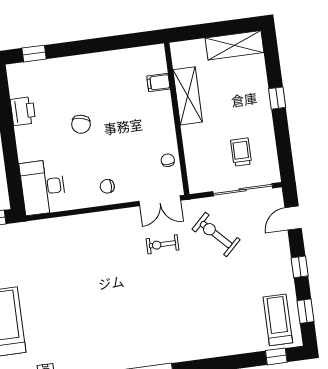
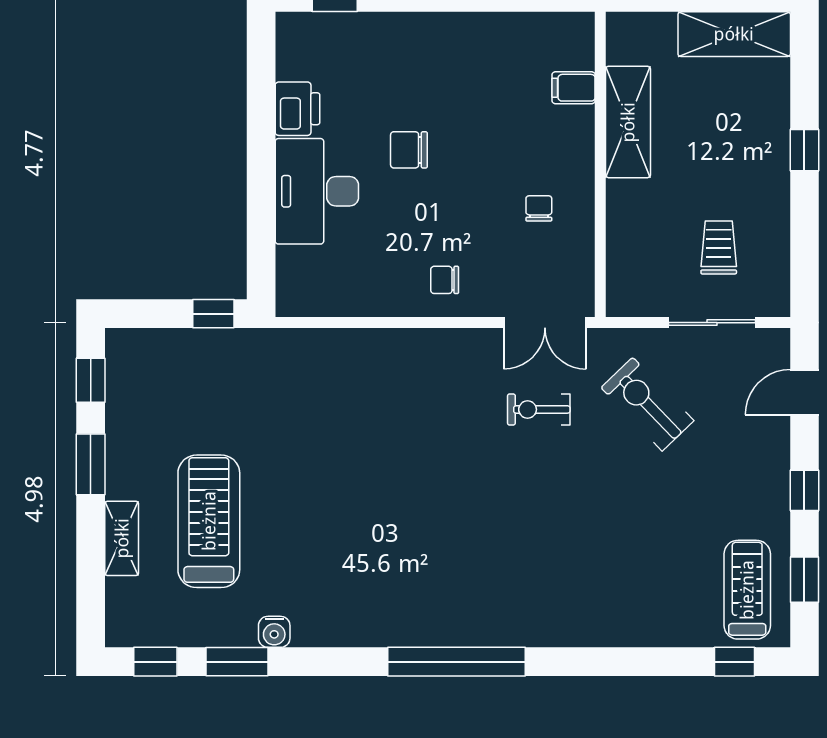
chair: (81, 124) -> (409, 150), turned 77
chair: (168, 160) -> (539, 208), moved
desk: (43, 187) -> (317, 191), moved
sliding door: (243, 190) -> (712, 323), width x0.73

